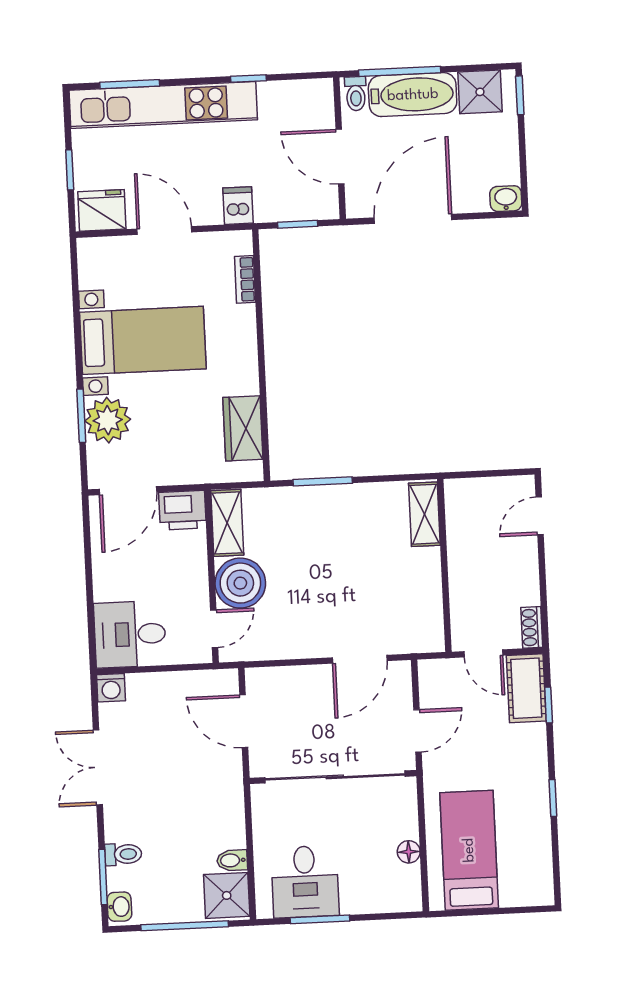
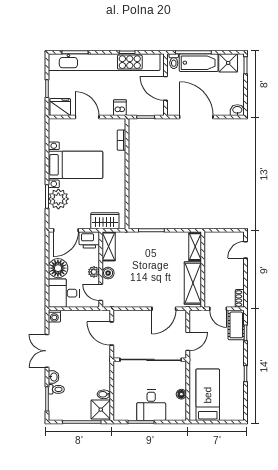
kitchen unit: (163, 105) -> (104, 62), width x1.36
door: (413, 219) -> (196, 117), hinge flipped
wardrobe: (243, 428) -> (105, 221), moved, turned 90
floor lamp: (114, 578) -> (58, 268), added
plant: (196, 582) -> (94, 272), added
boiler: (240, 583) -> (108, 273), width x0.54, depth x0.54
shelving: (423, 597) -> (193, 283), added
door: (214, 629) -> (101, 292), swing flipped
desk: (305, 882) -> (151, 405), moved
washbasin: (119, 907) -> (54, 377), moved

